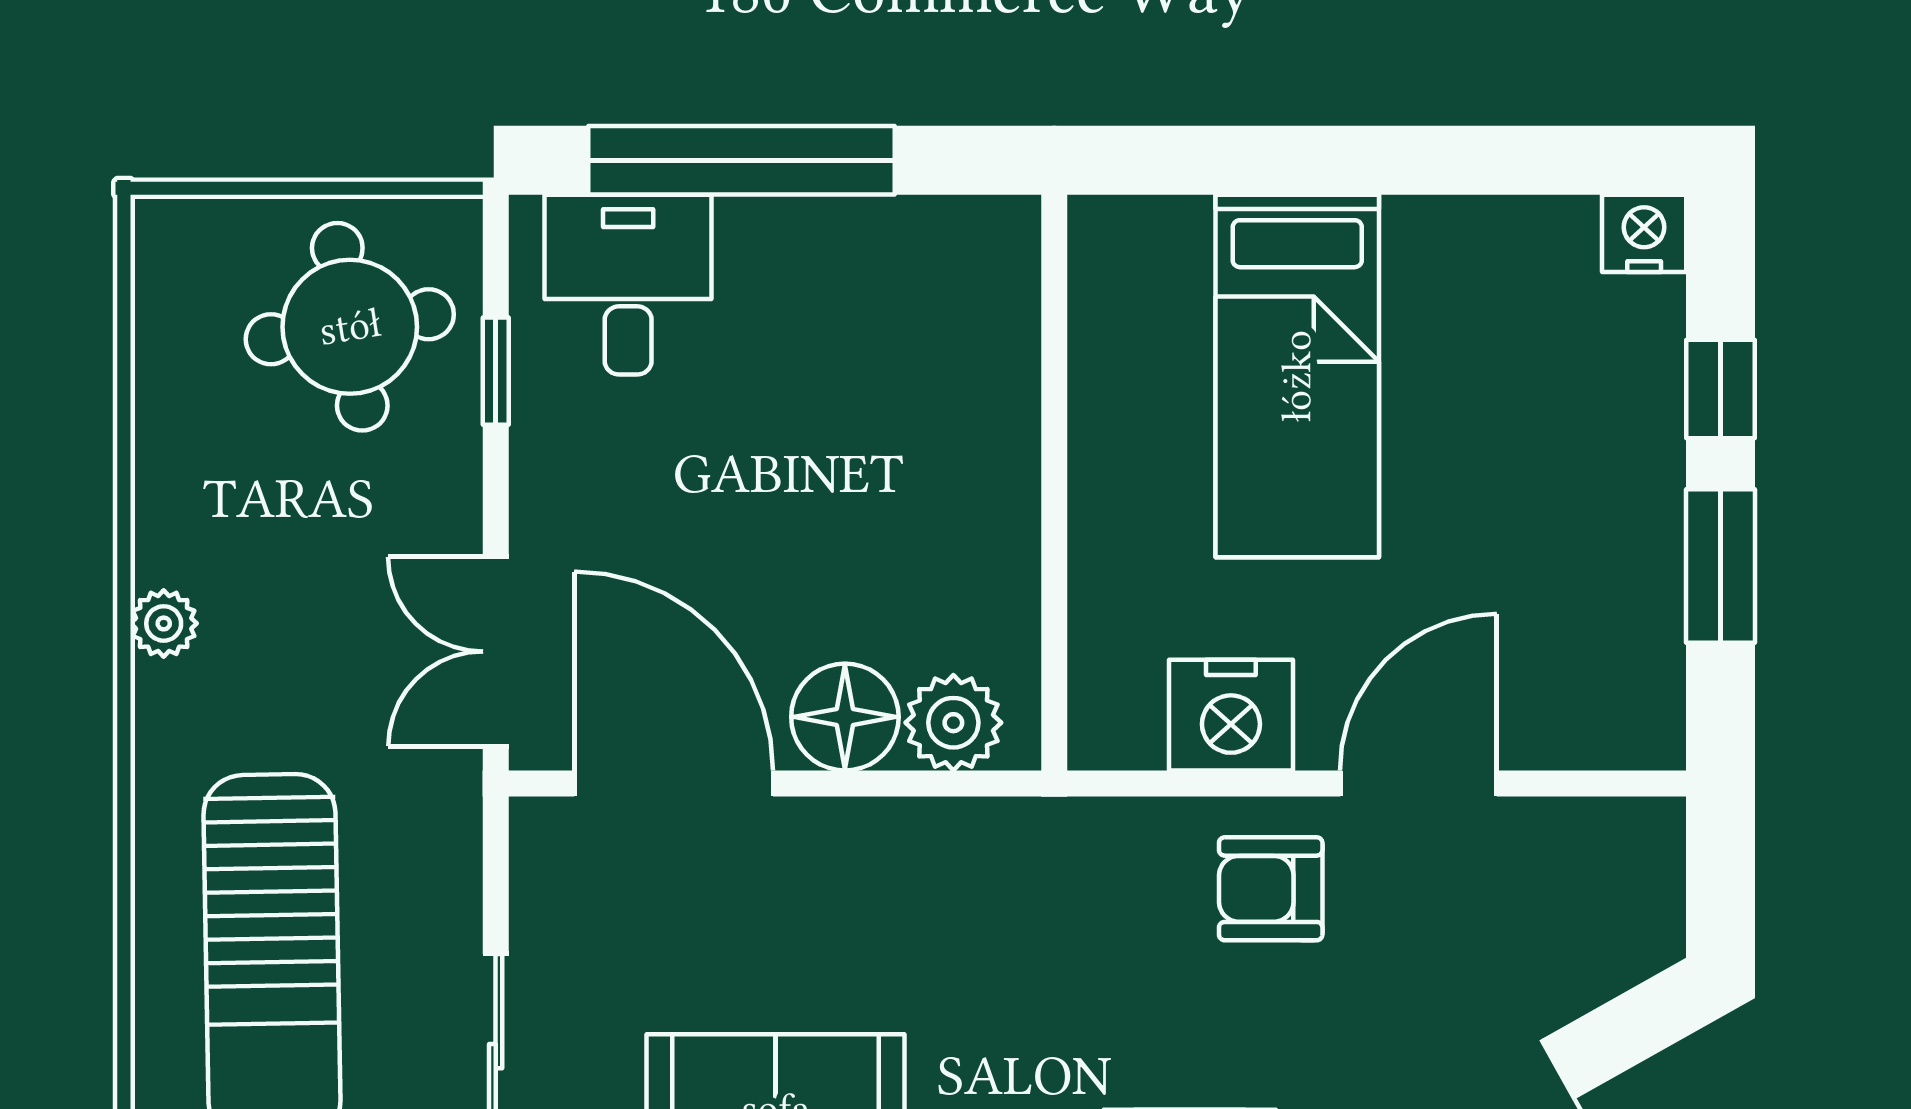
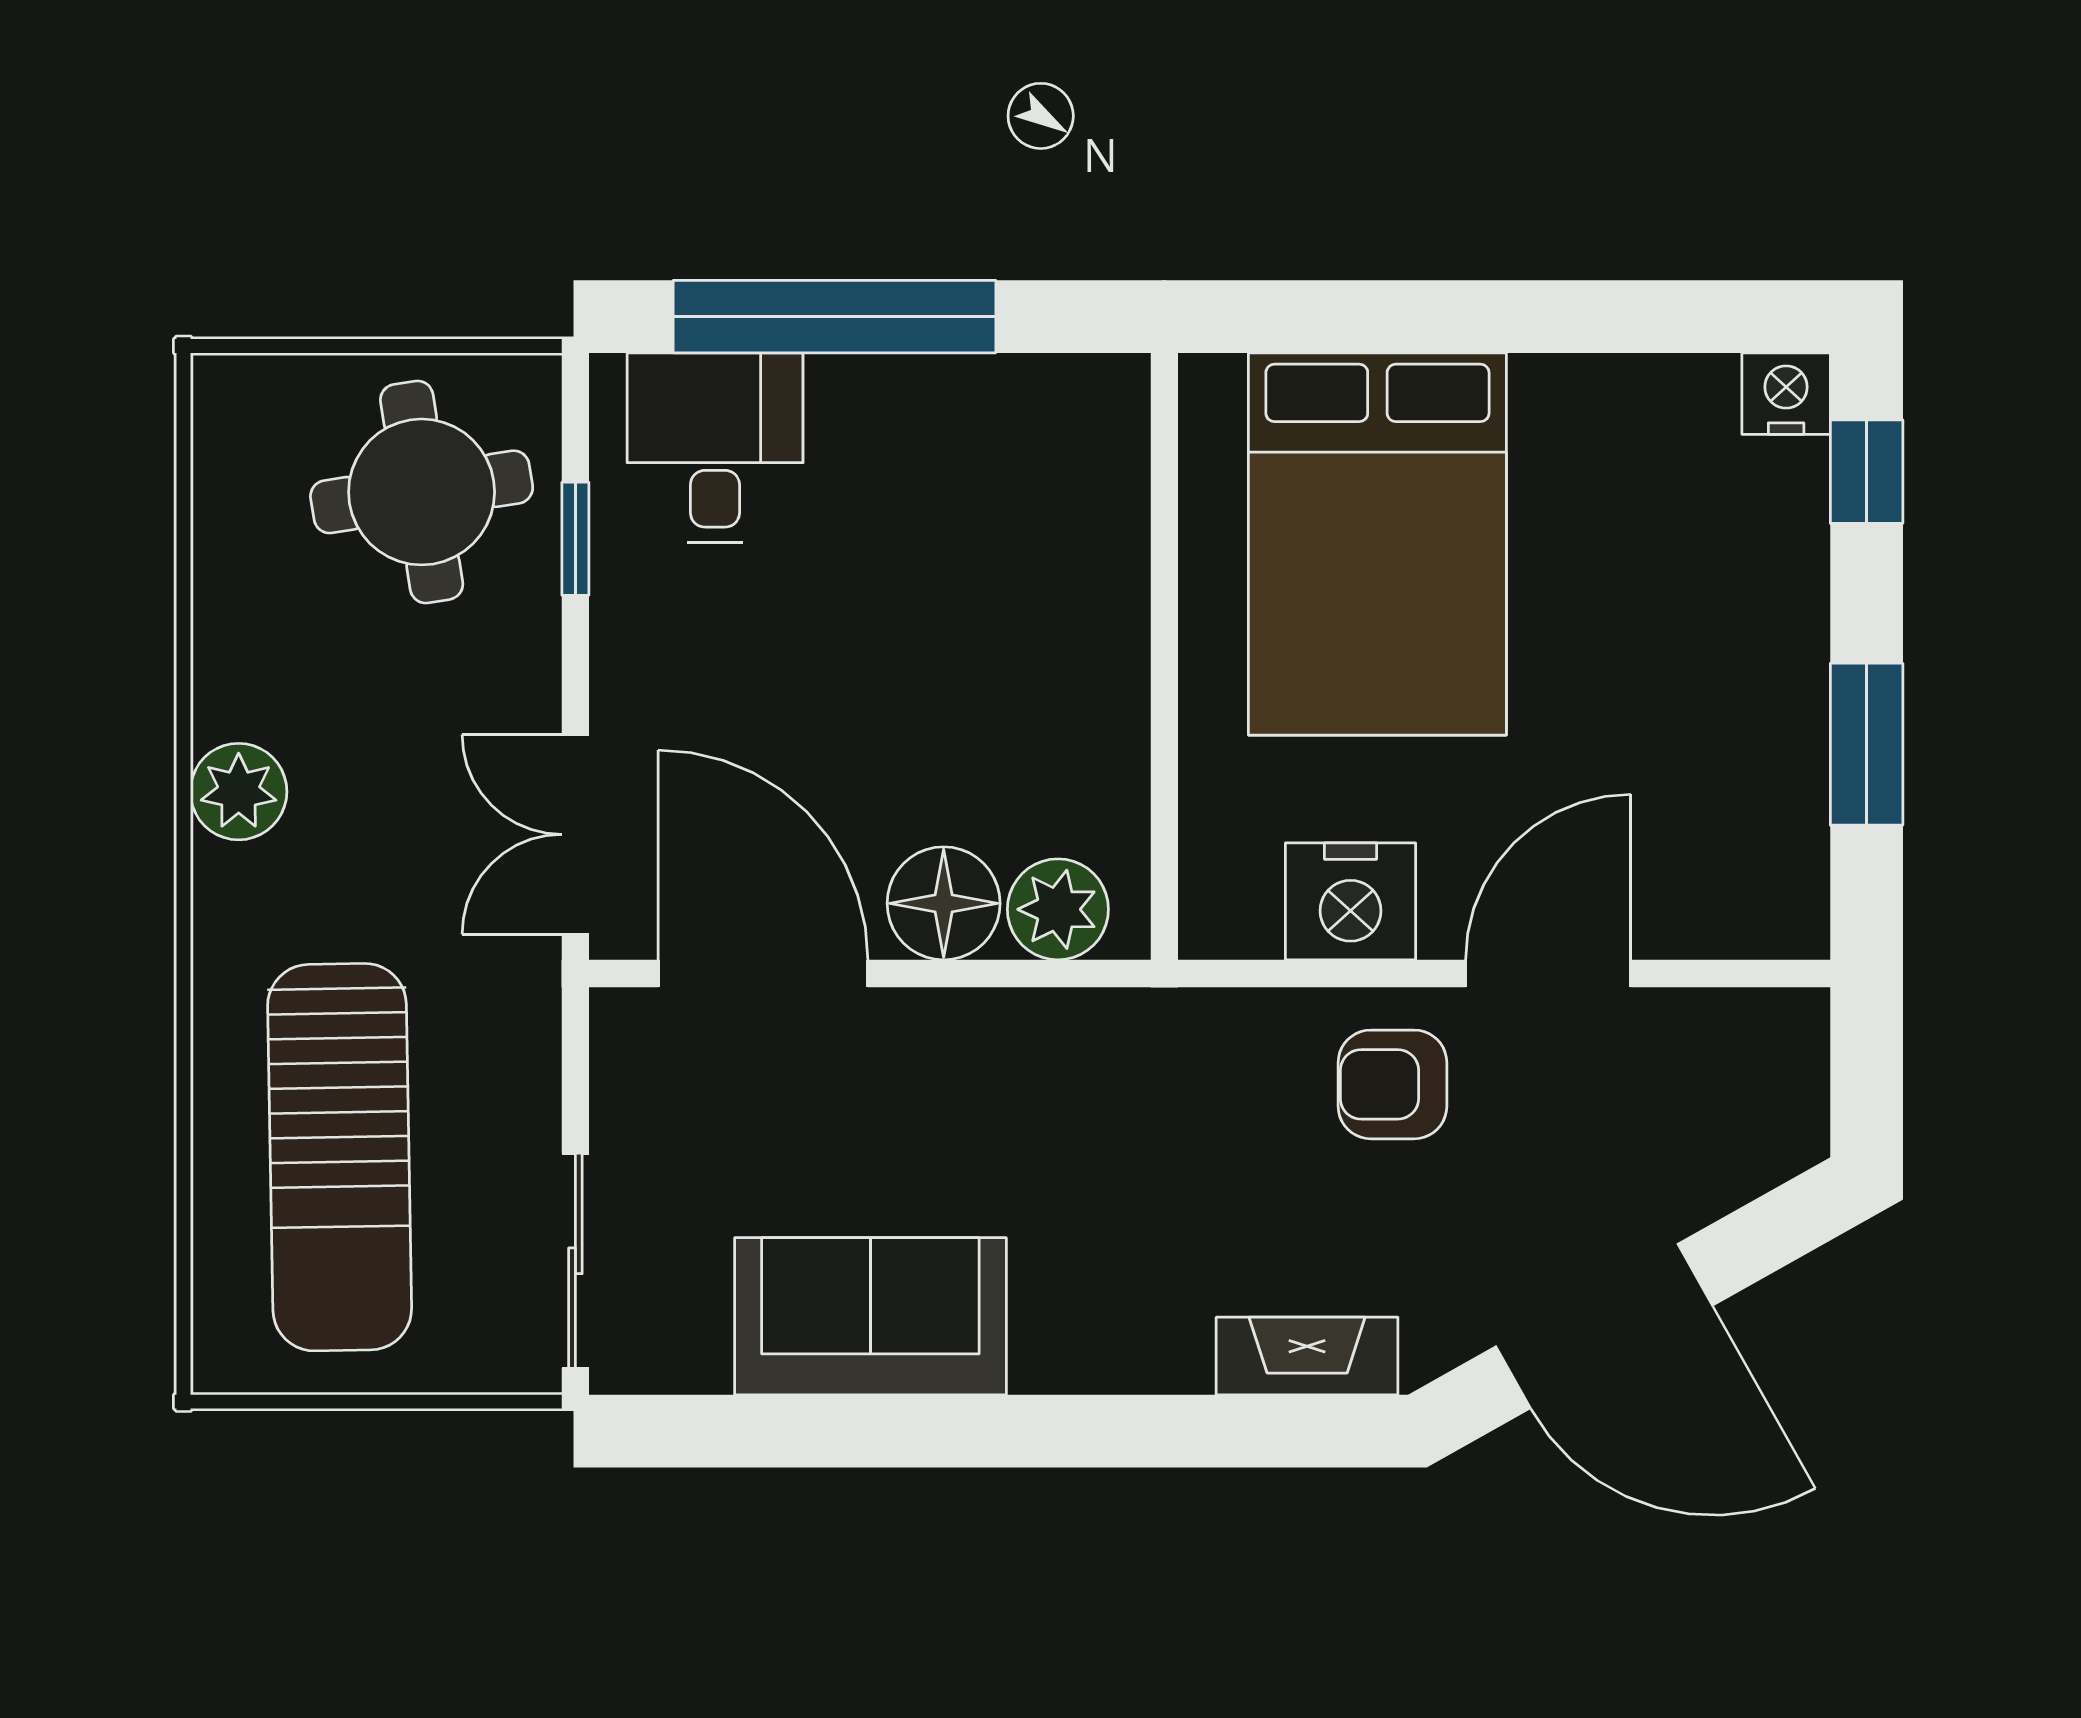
bed: (1297, 376) -> (1377, 544), width x1.50
window: (1720, 389) -> (1867, 472), moved
plant: (164, 623) -> (239, 792), width x1.38, depth x1.38

